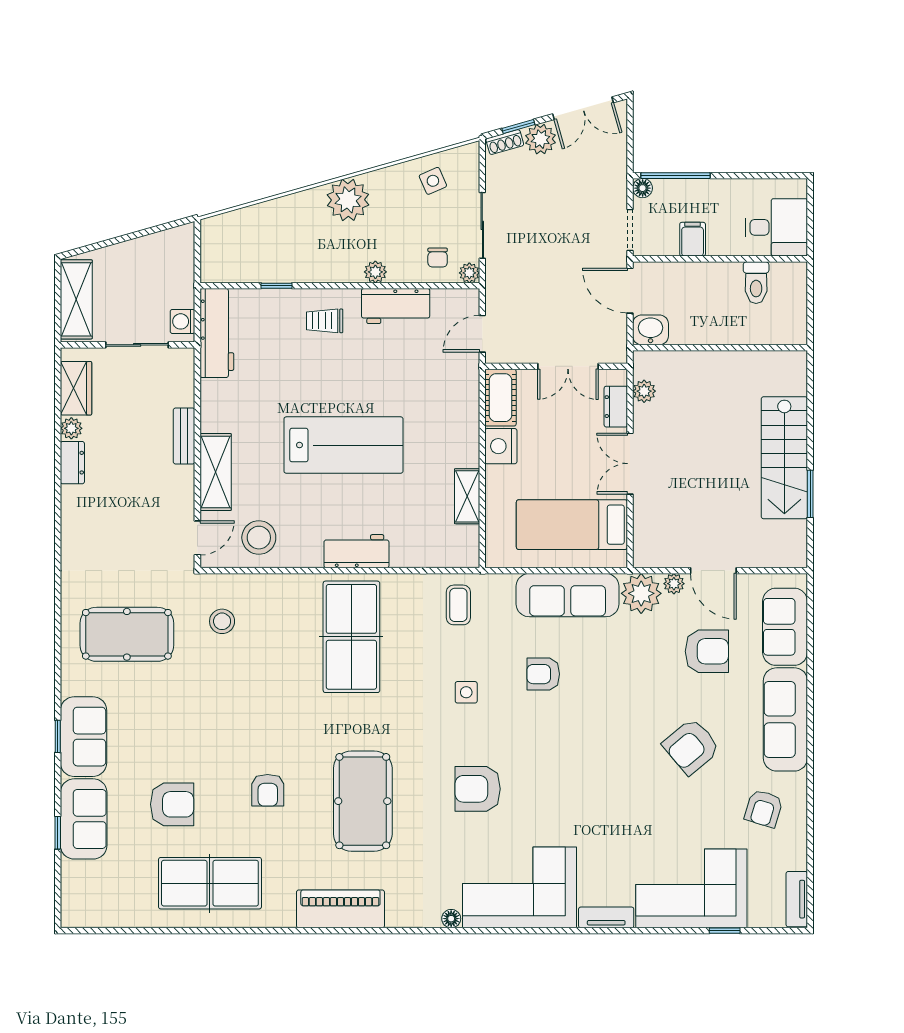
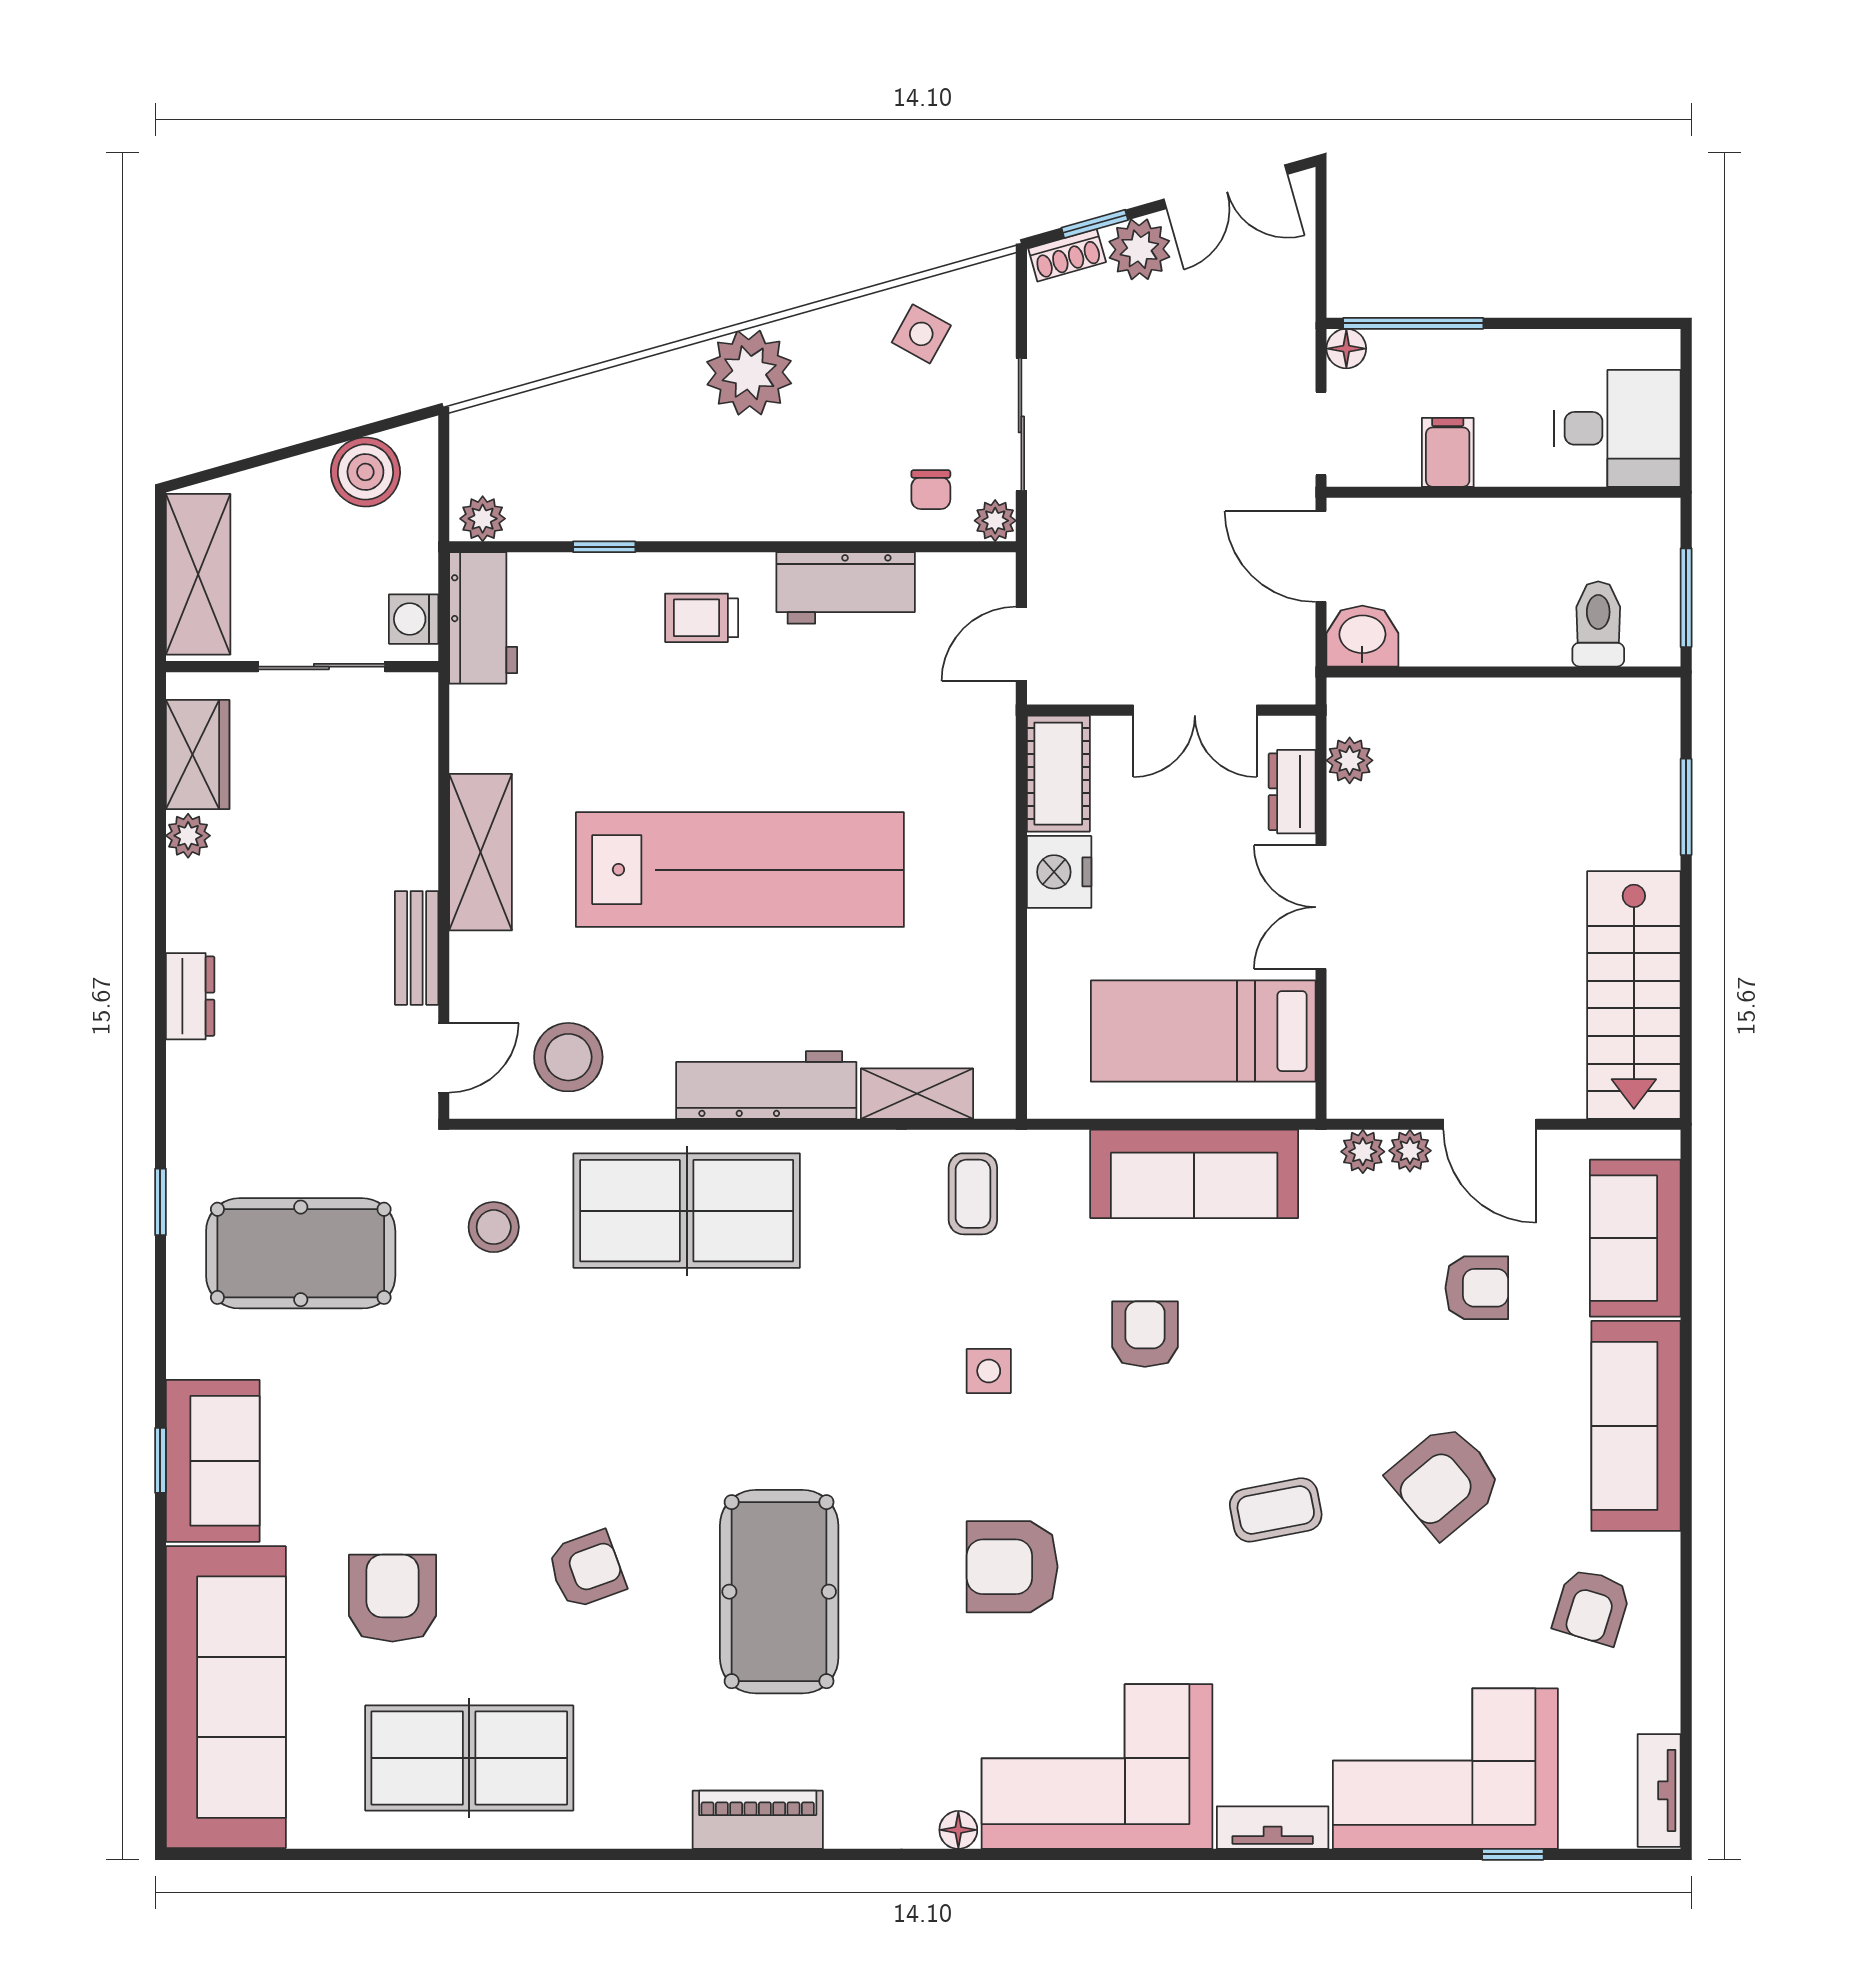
side table: (433, 181) -> (921, 334), turned -37
boiler: (159, 249) -> (365, 472), added
plant: (375, 272) -> (483, 519), moved
toilet: (756, 283) -> (1598, 624), moved, turned 180
window: (810, 311) -> (1686, 598), added
workbench: (217, 333) -> (483, 618), width x0.73
bench: (184, 436) -> (417, 948), moved
lab bench: (343, 445) -> (740, 870), width x1.36
stairs: (784, 458) -> (1634, 995), moved
dresser: (72, 463) -> (190, 996), moved
shelving: (216, 472) -> (481, 852), moved
window: (810, 494) -> (1686, 807), moved
shelving: (467, 496) -> (917, 1094), moved, turned 90
workbench: (356, 551) -> (766, 1085), width x1.38
plant: (641, 593) -> (1363, 1152), width x0.53, depth x0.53
table tennis table: (351, 637) -> (687, 1211), moved, turned 90
armchair: (707, 651) -> (1477, 1288), width x0.72, depth x0.72
armchair: (543, 674) -> (1145, 1334), turned 90
coffee table: (608, 761) -> (1276, 1510), added
armchair: (268, 790) -> (586, 1570), turned -110
armchair: (172, 804) -> (392, 1598), turned -90
sofa: (84, 819) -> (226, 1697), width x1.85, depth x1.27
window: (58, 833) -> (160, 1202), moved
piano: (340, 909) -> (758, 1820), width x0.73, depth x0.75

